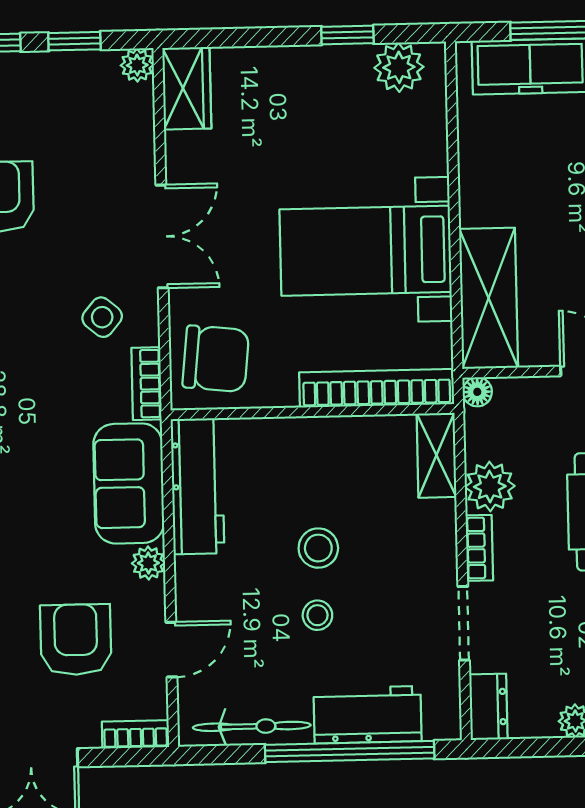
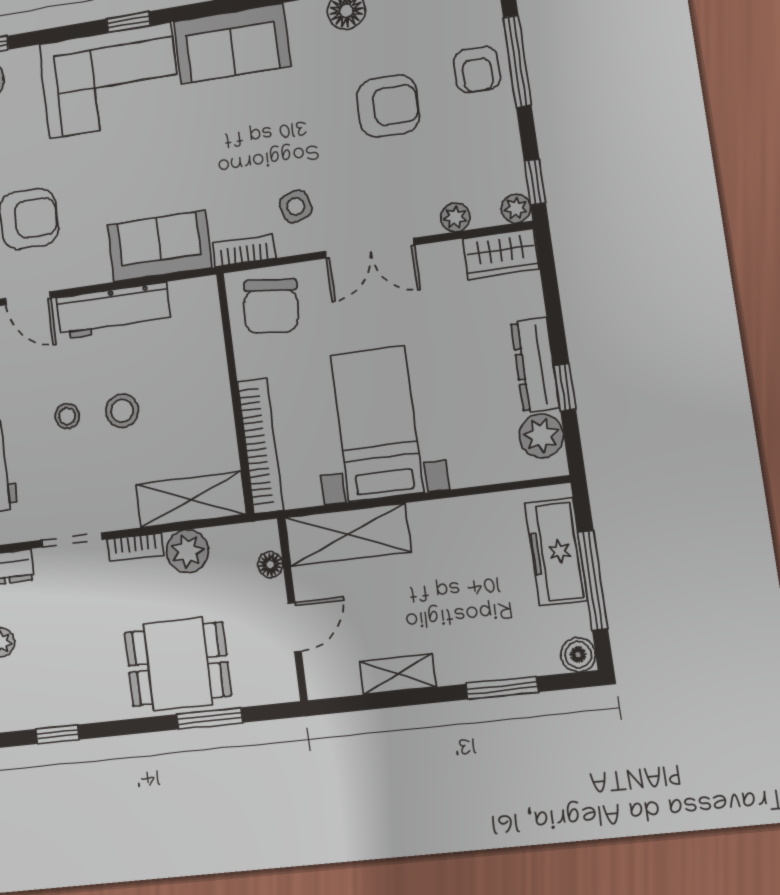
window: (74, 41) -> (535, 182), moved
dresser: (318, 65) -> (535, 365), added
side table: (102, 317) -> (296, 206), turned 32
floor lamp: (477, 392) -> (270, 565), moved
shelving: (436, 455) -> (191, 500), width x1.50, depth x1.33
workbench: (198, 486) -> (113, 311), moved
plant: (148, 563) -> (455, 217), moved

